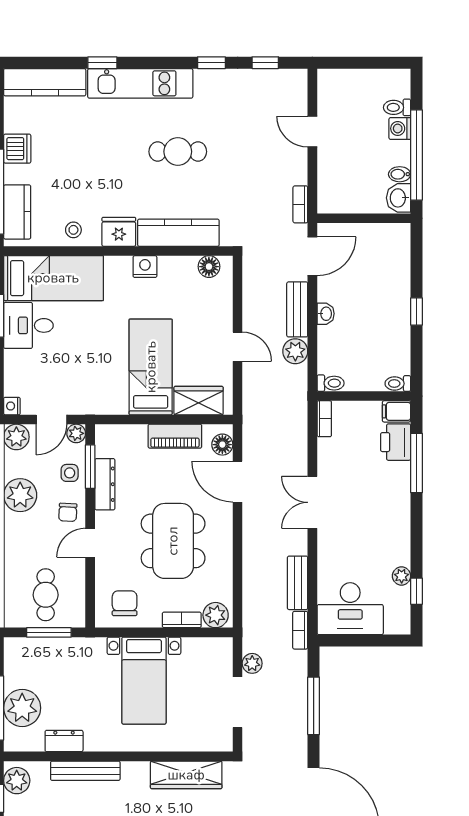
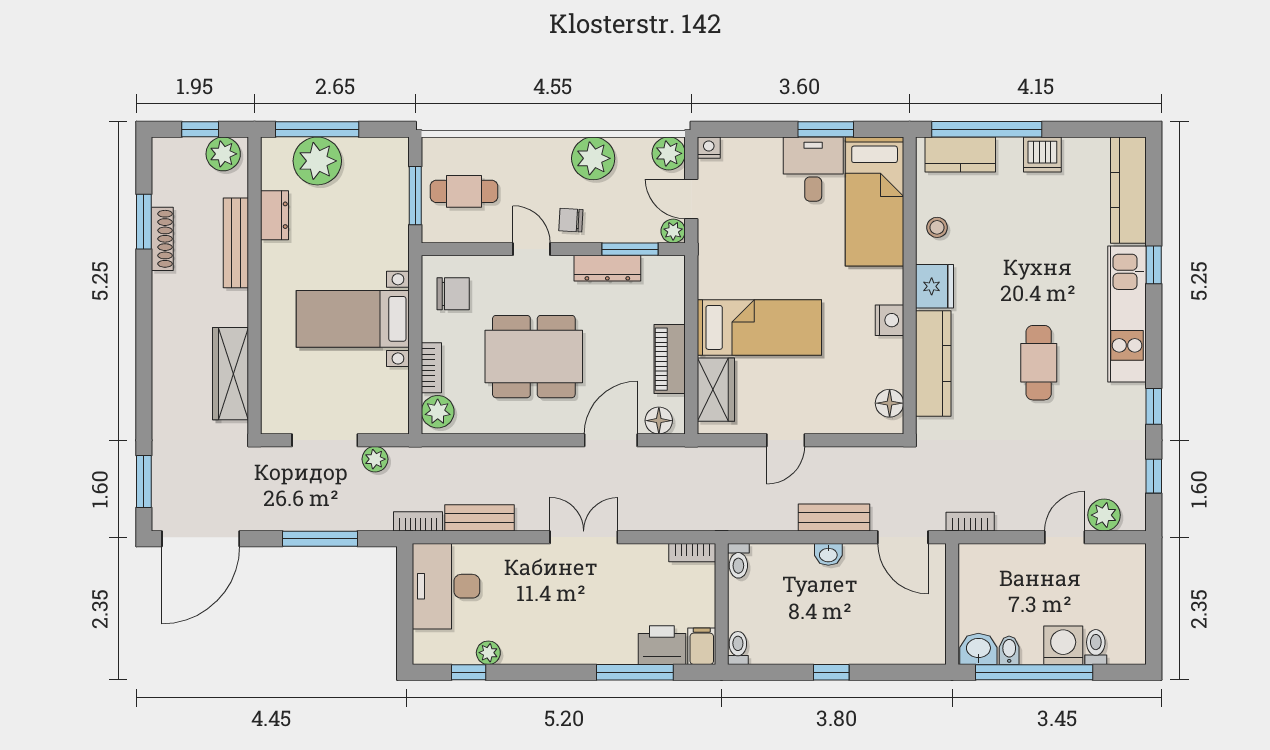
washing machine: (400, 128) -> (1063, 645), width x1.38, depth x1.38
plant: (295, 351) -> (1104, 515), moved
side table: (70, 473) -> (622, 222), removed

